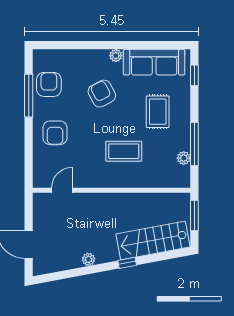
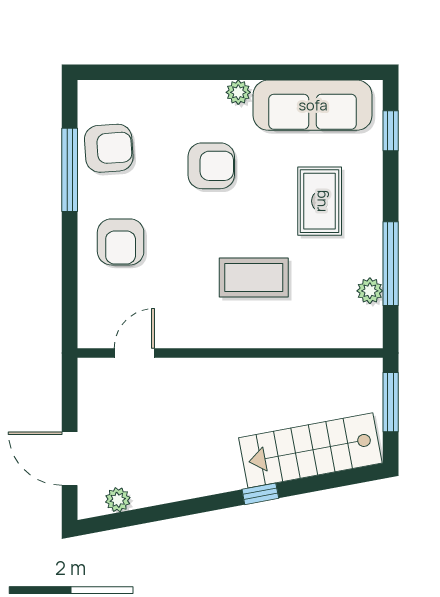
armchair: (49, 84) -> (109, 148), turned 86
armchair: (102, 94) -> (211, 166), turned 118
plant: (89, 259) -> (118, 500), moved

